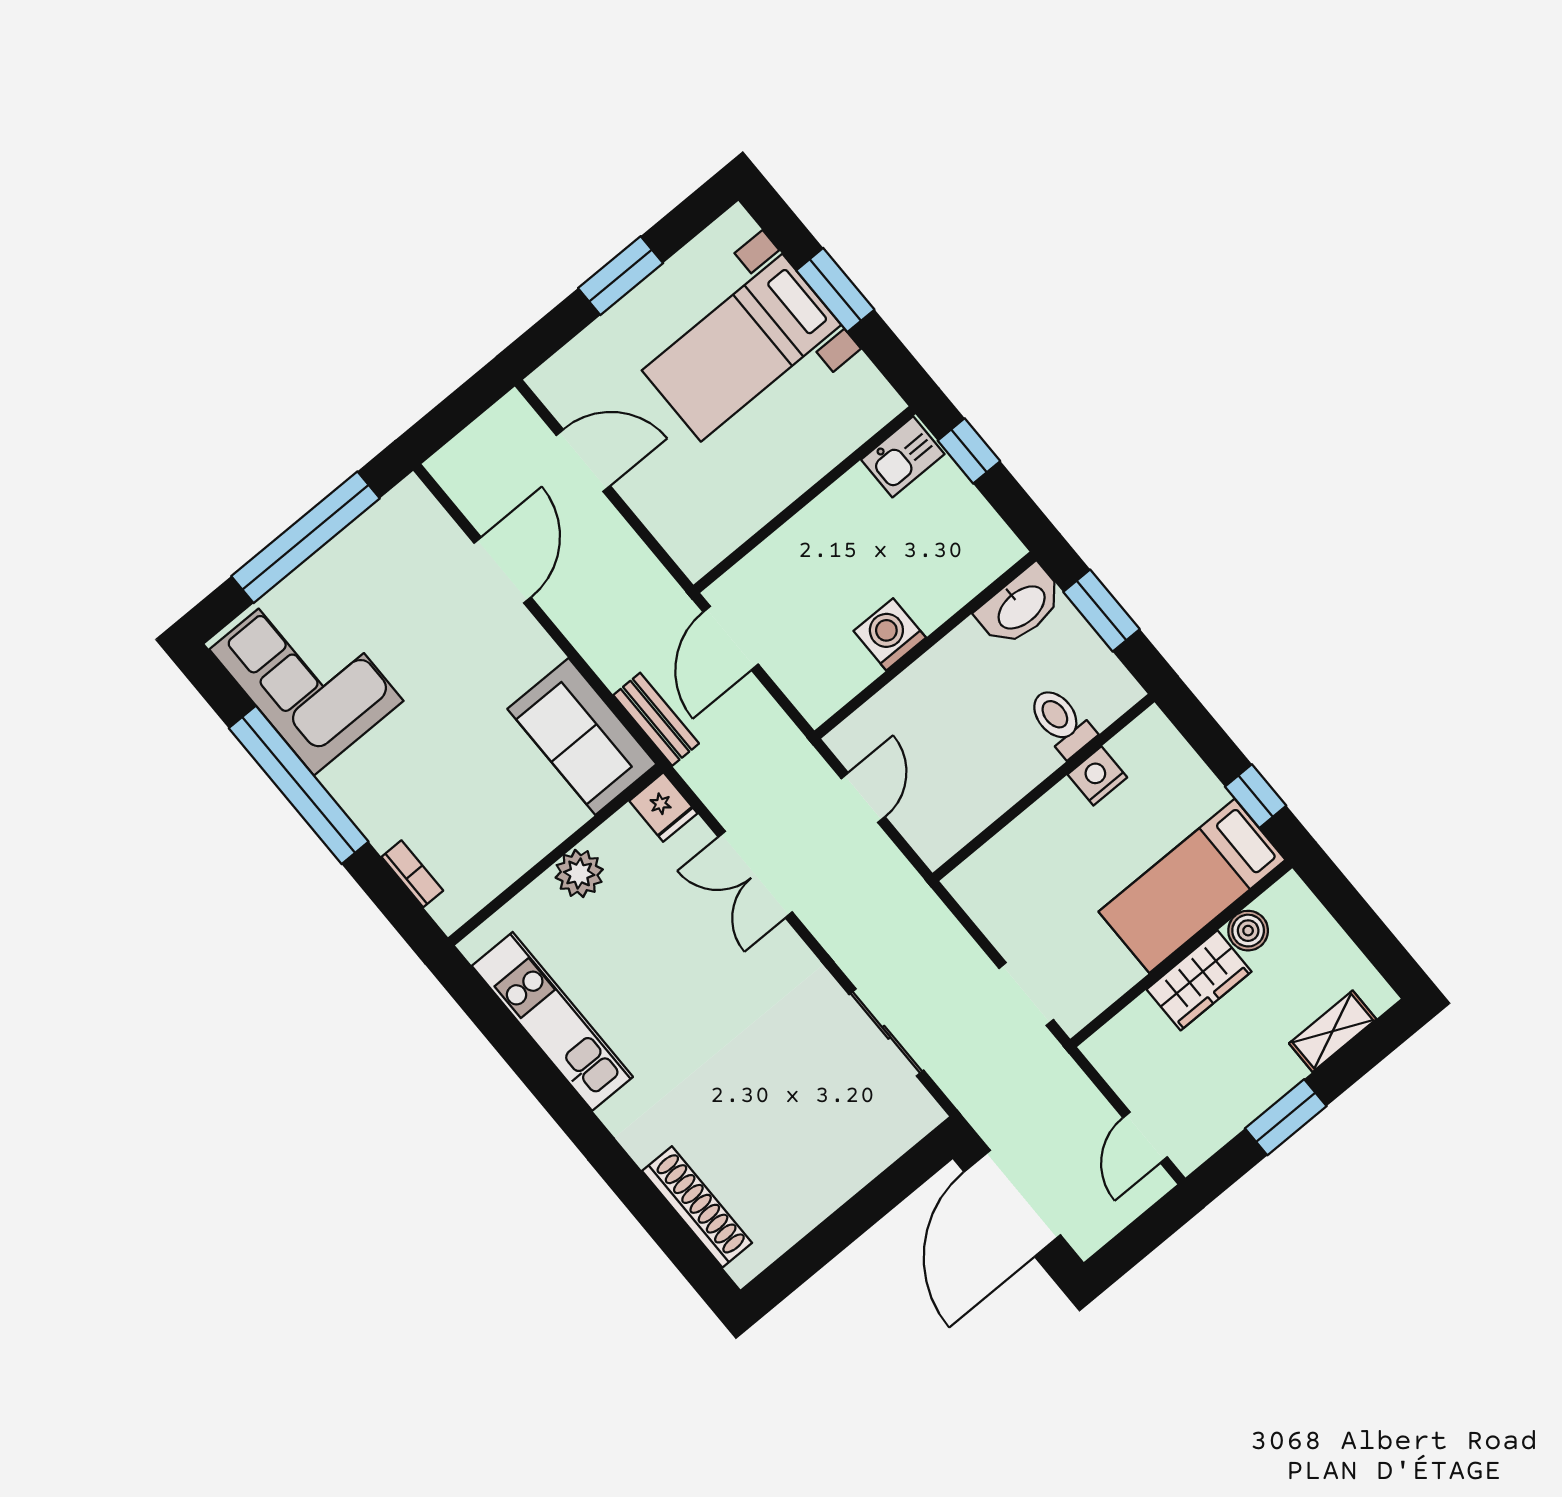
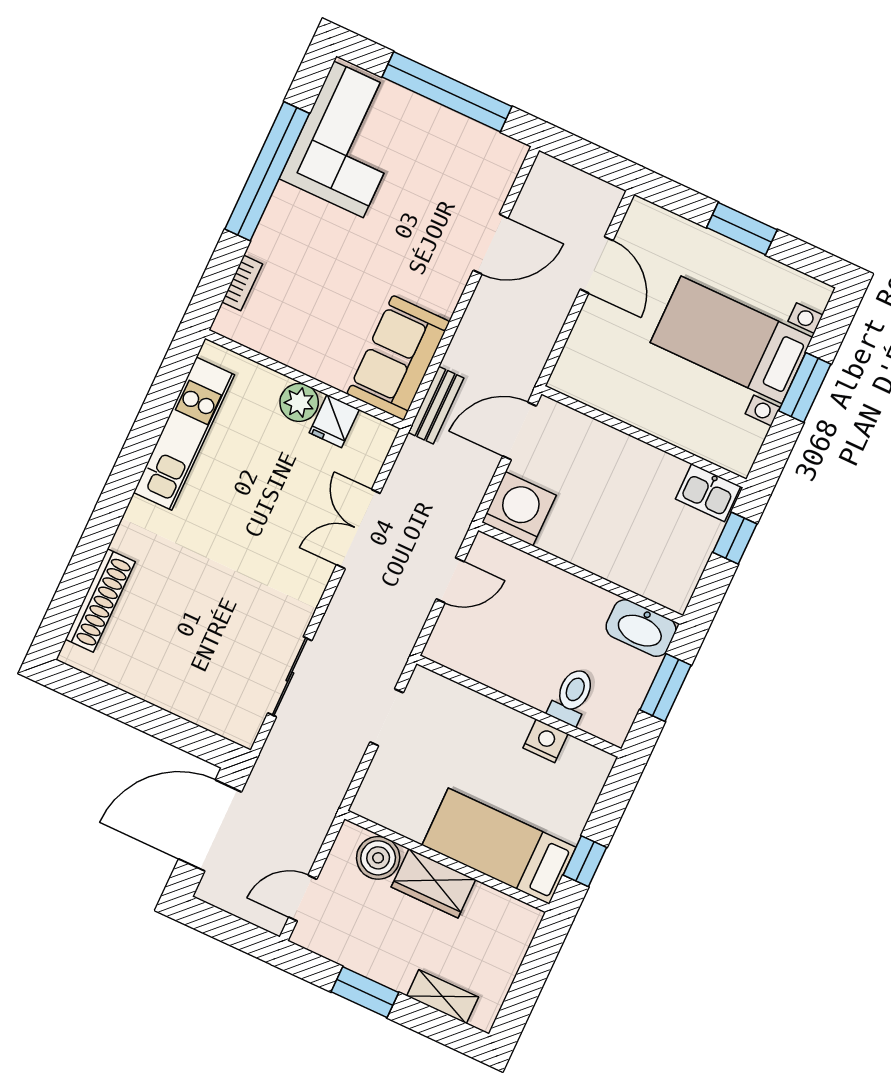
washing machine: (890, 634) -> (519, 509), moved, width x1.37, depth x1.37
fridge: (663, 807) -> (334, 421), moved
boiler: (1248, 931) -> (378, 858), moved, width x1.36, depth x1.36
doorway: (1026, 994) -> (387, 717), moved

